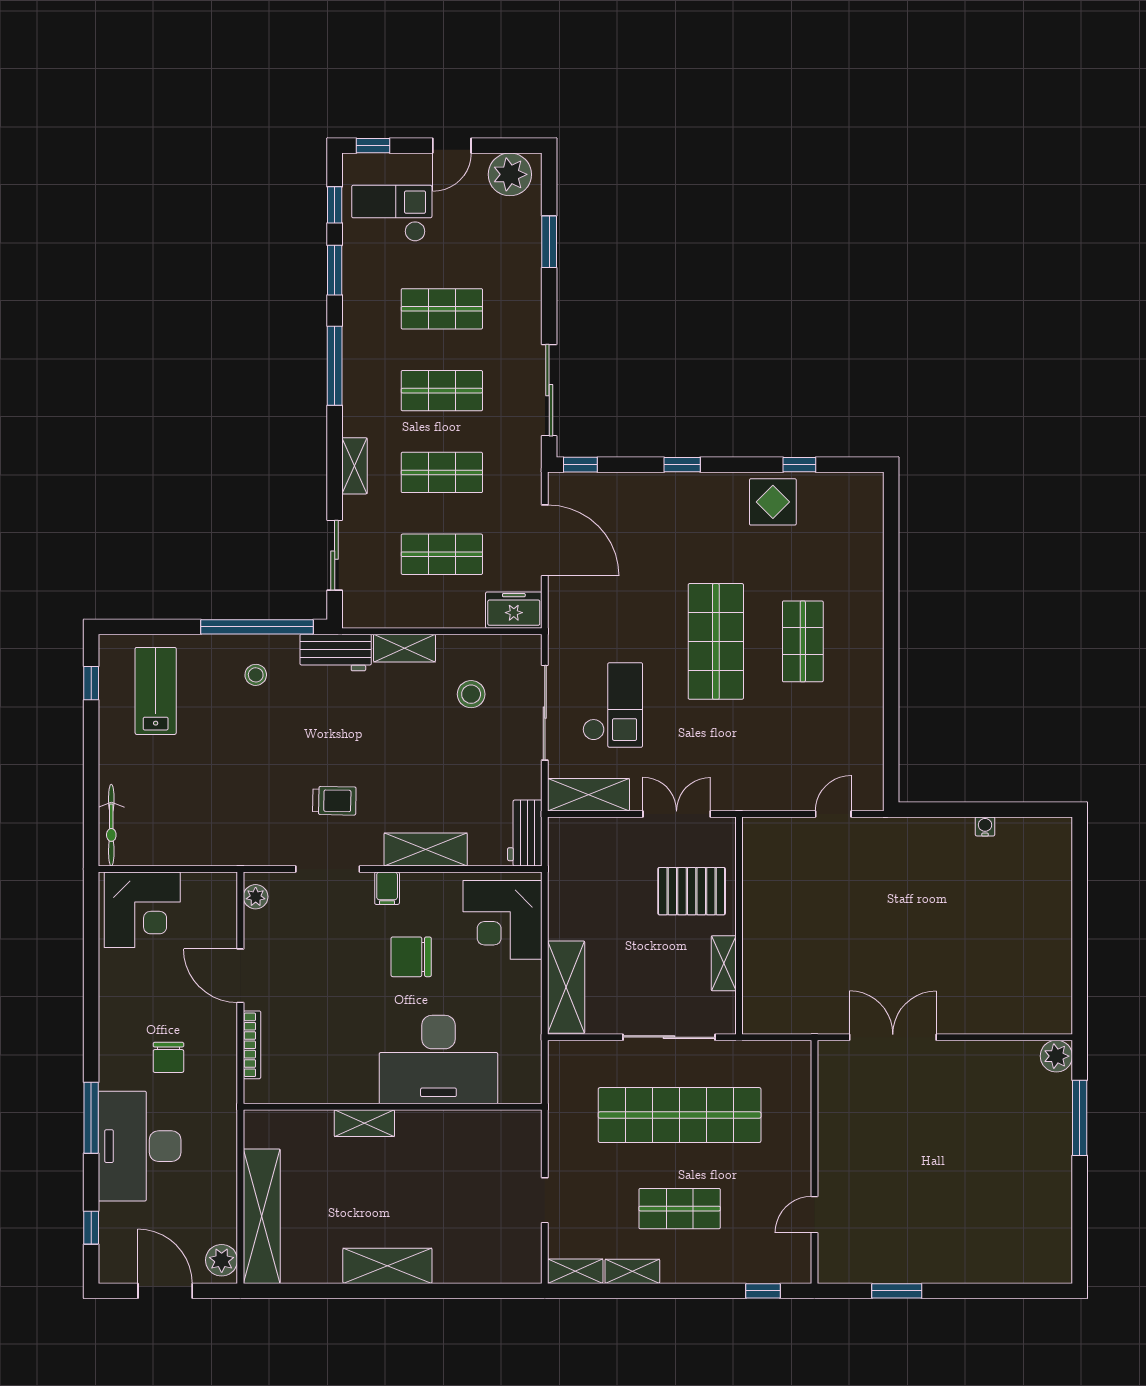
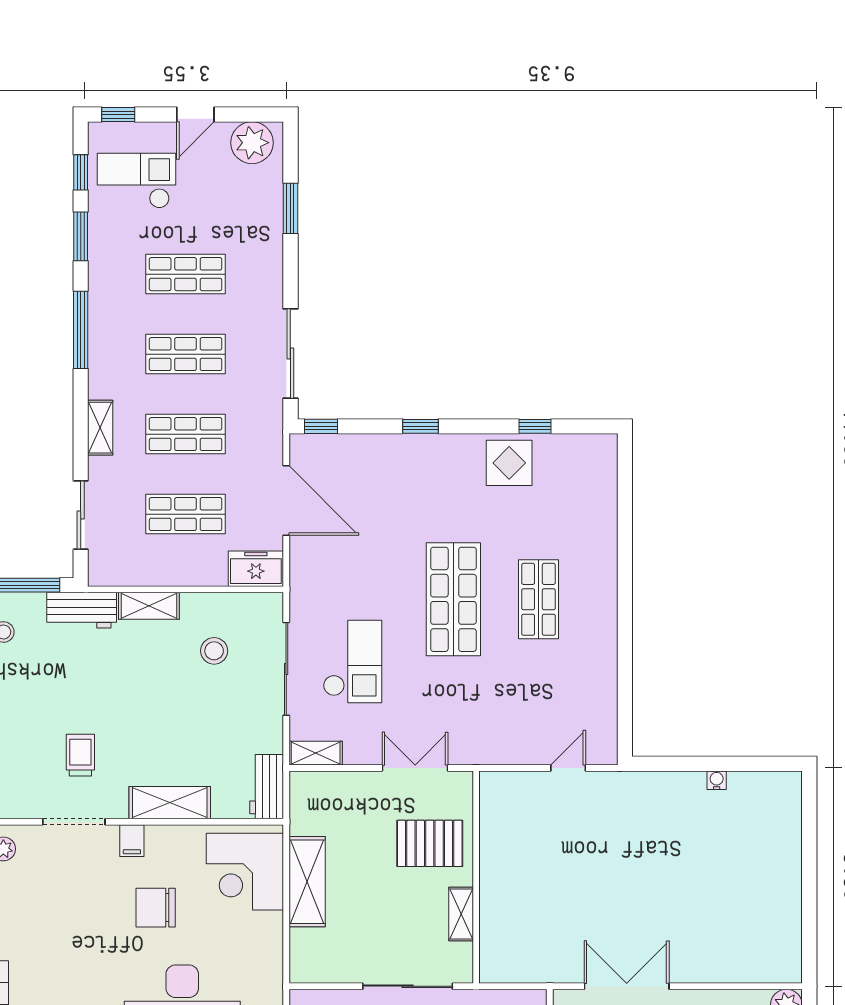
shelving: (589, 795) -> (316, 753), width x0.67, depth x0.75
trolley: (334, 801) -> (80, 755), turned -91
shelving: (566, 987) -> (307, 882), moved

